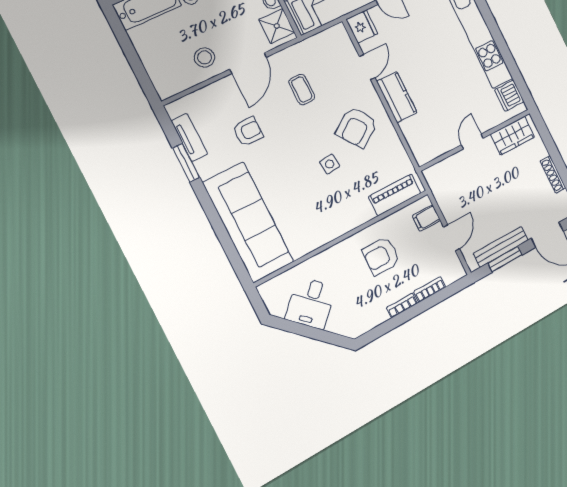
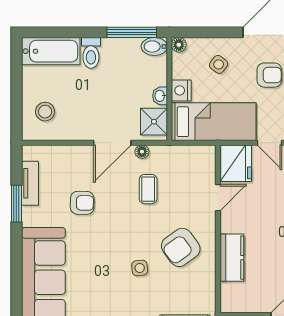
fridge: (362, 27) -> (236, 163), width x1.36, depth x1.34
stool: (205, 57) -> (45, 112), moved
floor lamp: (279, 58) -> (142, 152), added
kitchen counter: (397, 97) -> (232, 258), moved

